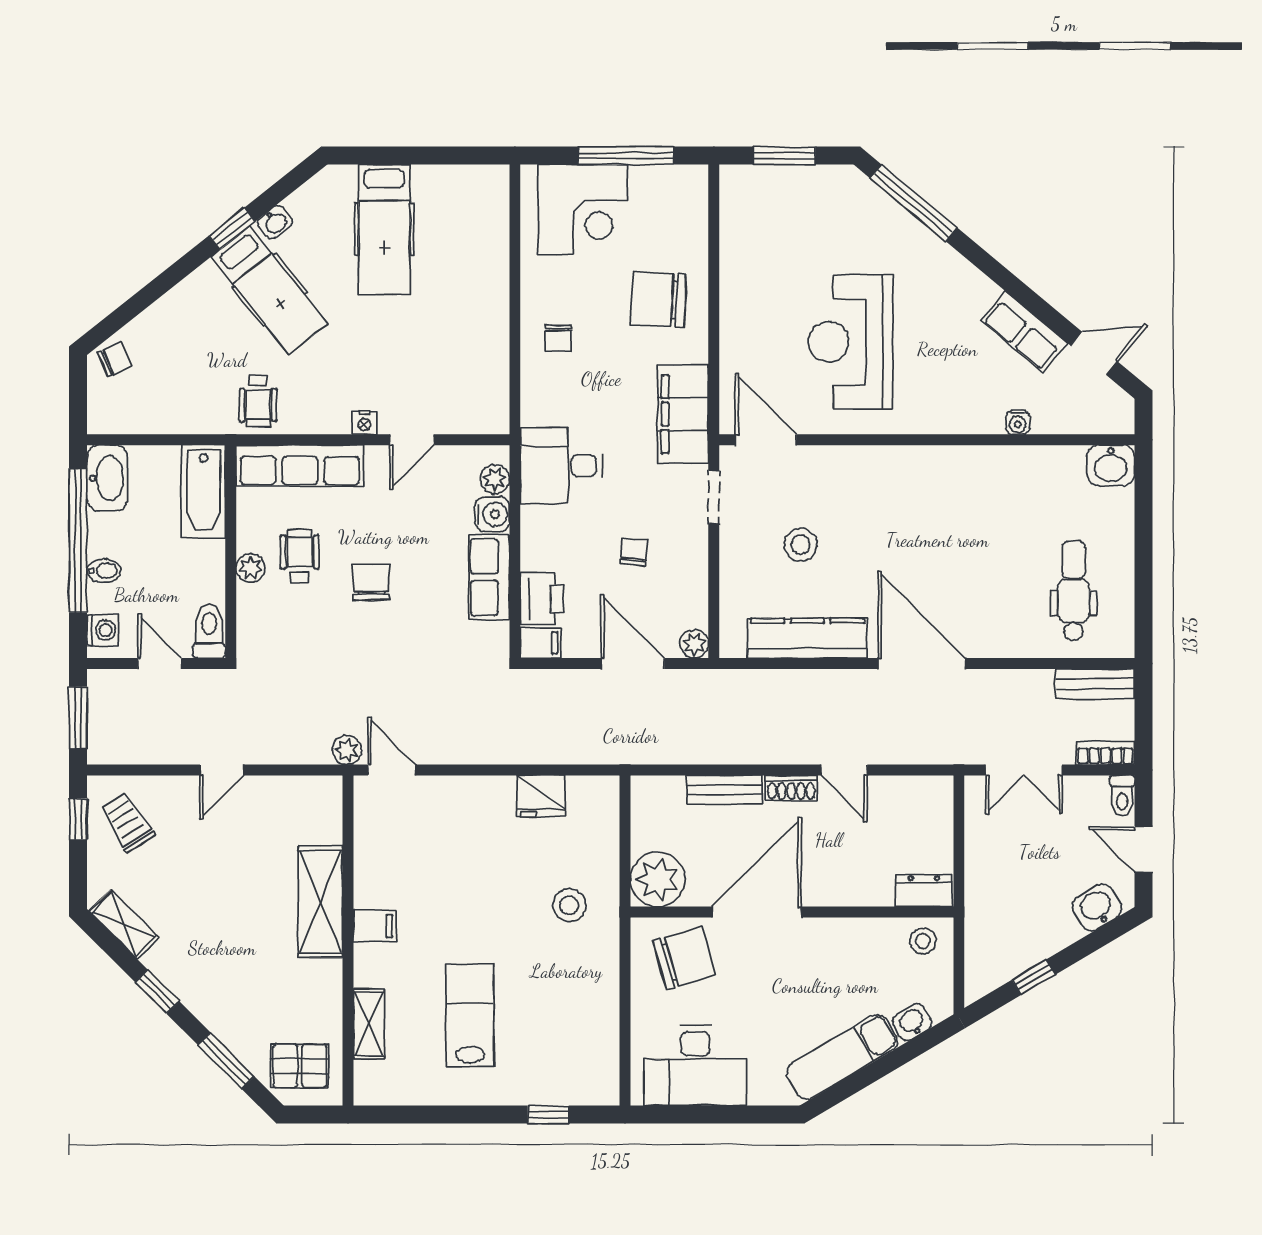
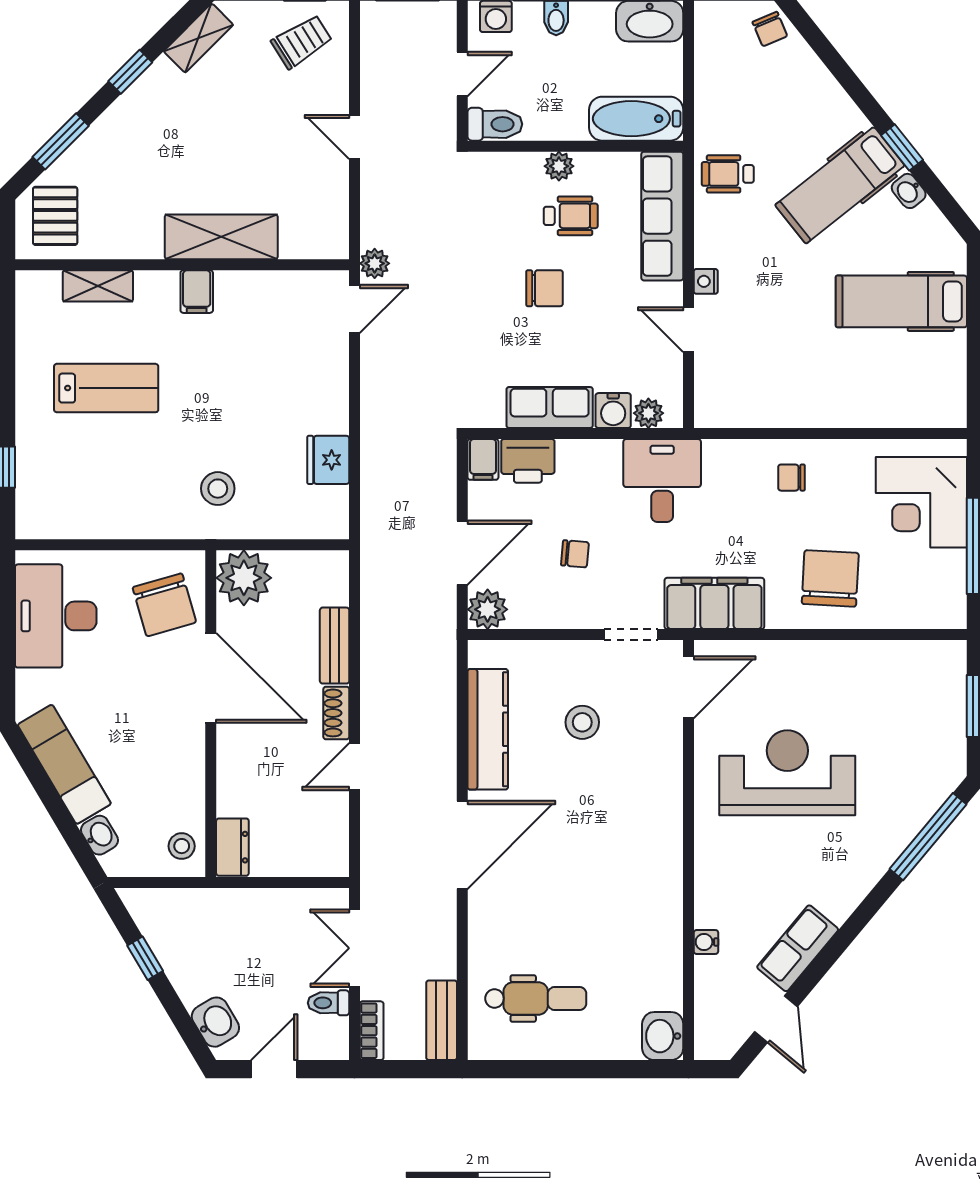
plant: (694, 644) -> (488, 609), width x1.38, depth x1.38
toilet: (1122, 796) -> (329, 1003), moved

